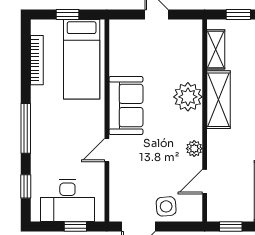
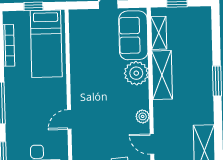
sofa: (126, 105) -> (133, 35), moved, turned 180
door: (205, 182) -> (152, 144), hinge flipped

